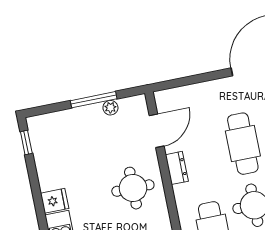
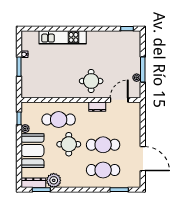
door: (157, 131) -> (119, 100), swing flipped
fridge: (55, 201) -> (93, 38), removed

